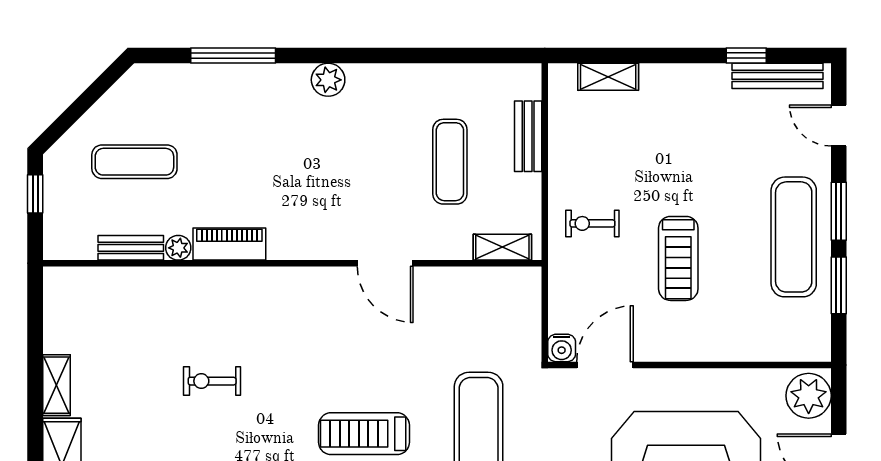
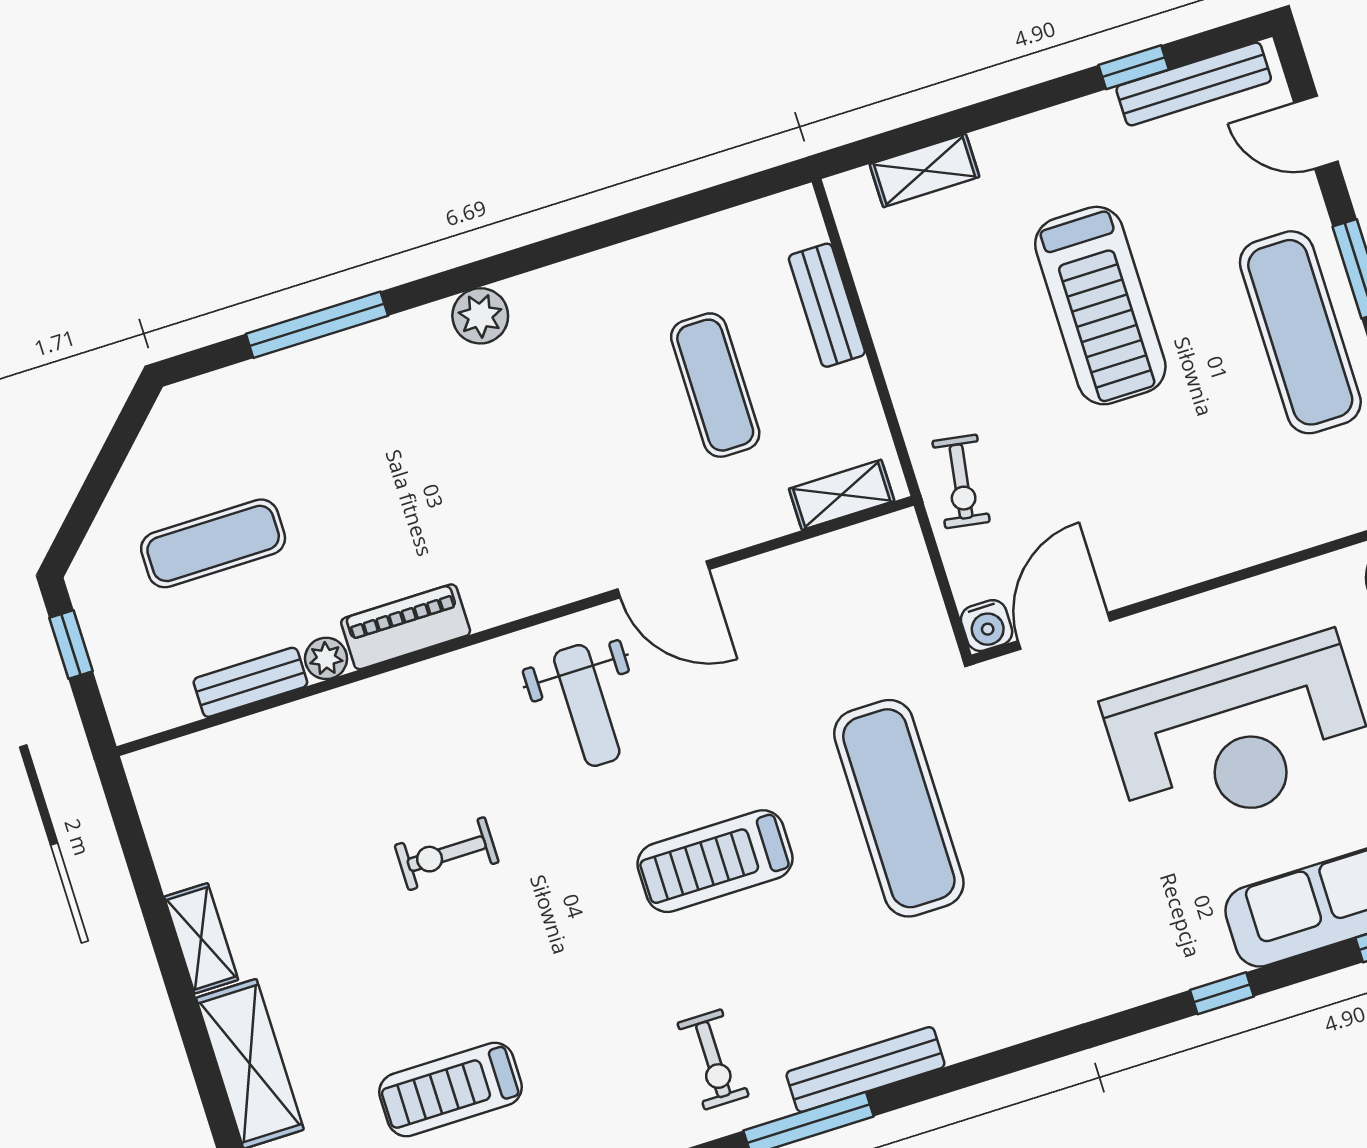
exercise bike: (592, 223) -> (961, 481), moved, turned -81
treadmill: (678, 258) -> (1100, 306), moved, width x1.37, depth x1.38
weight bench: (319, 322) -> (587, 705), added

